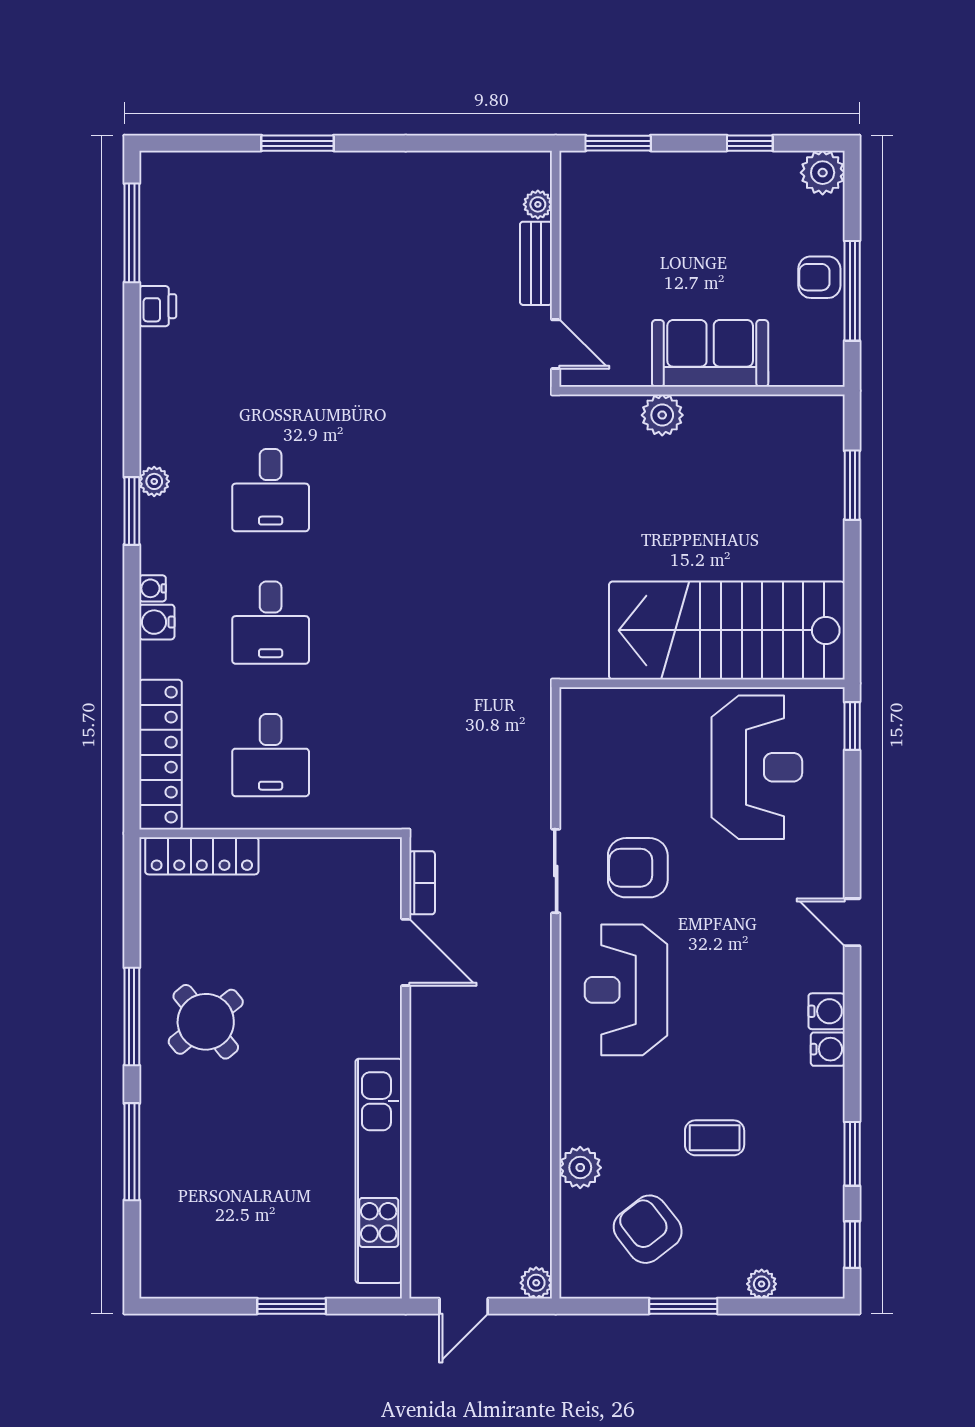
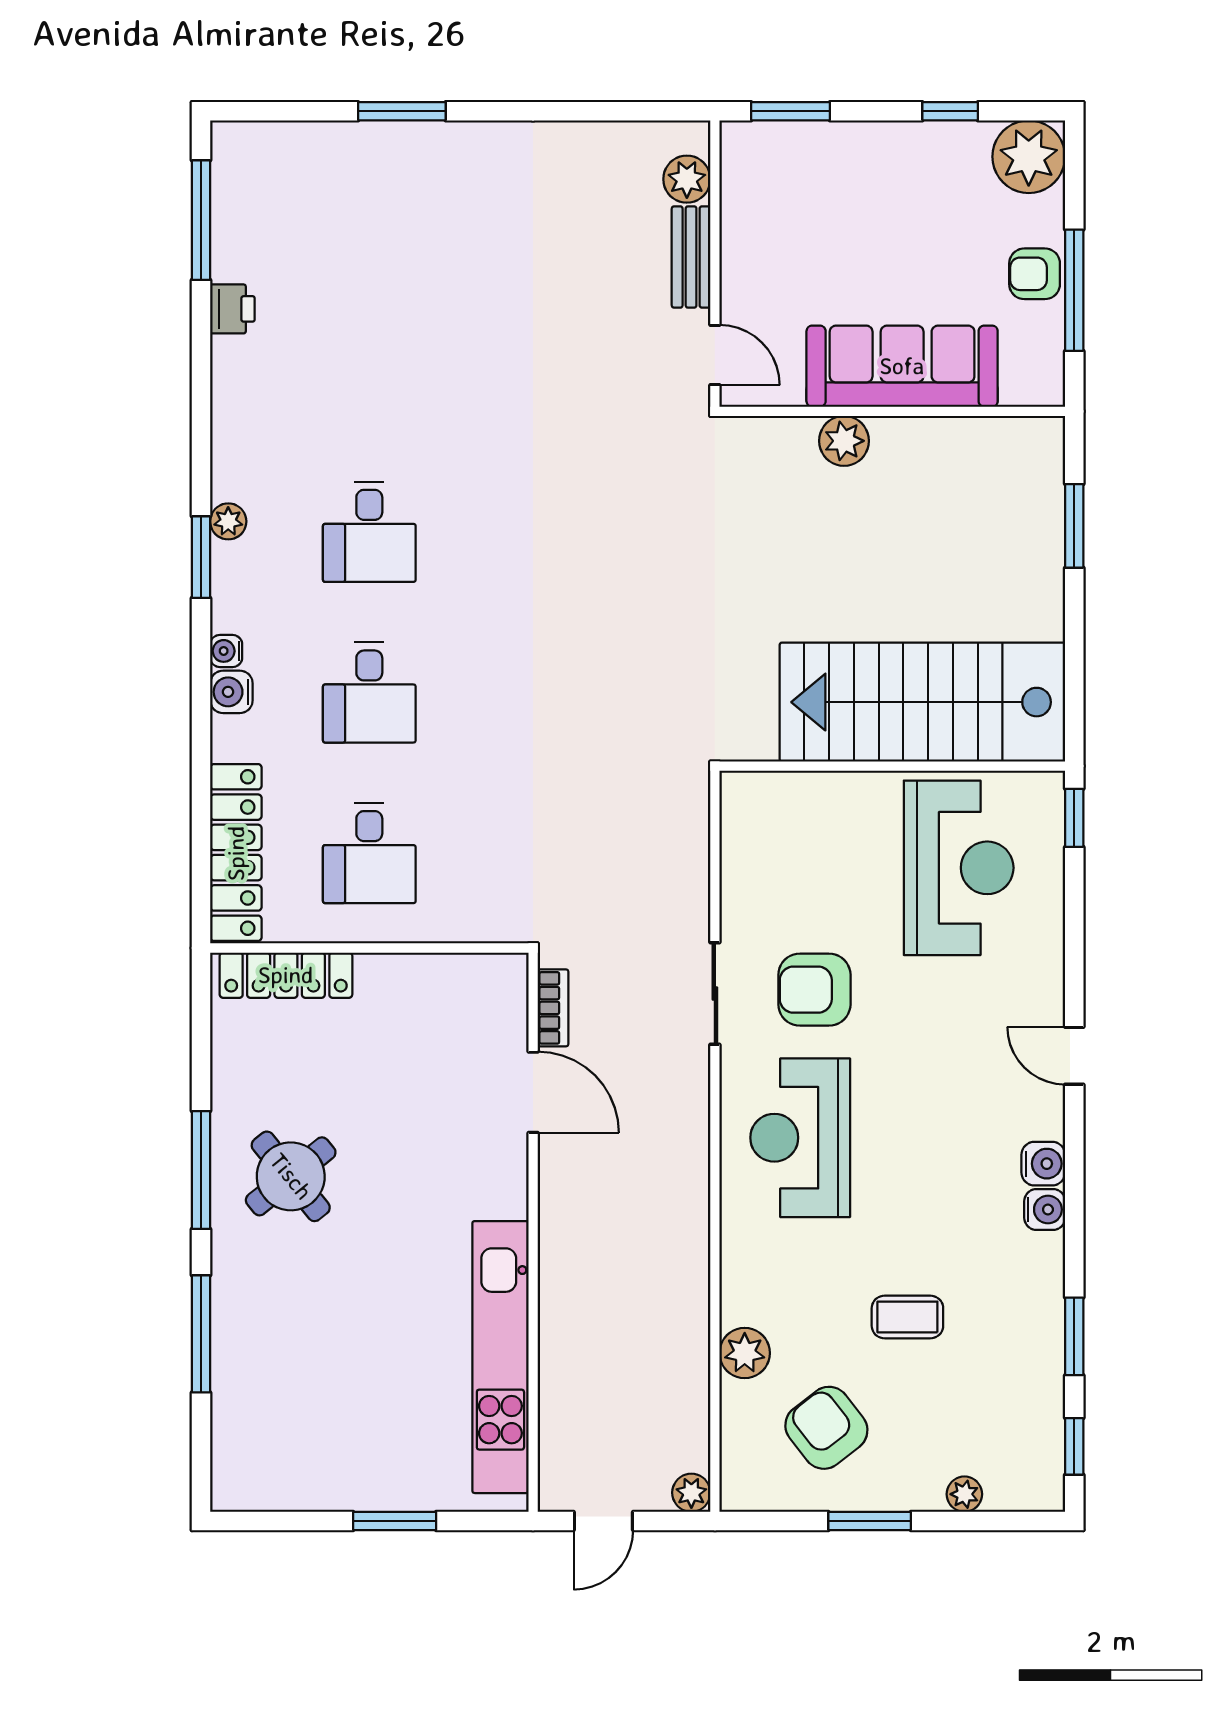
plant: (823, 173) -> (1029, 157), width x1.36, depth x1.36
plant: (538, 204) -> (687, 179), width x1.38, depth x1.38
sofa: (710, 353) -> (902, 366), width x1.36

